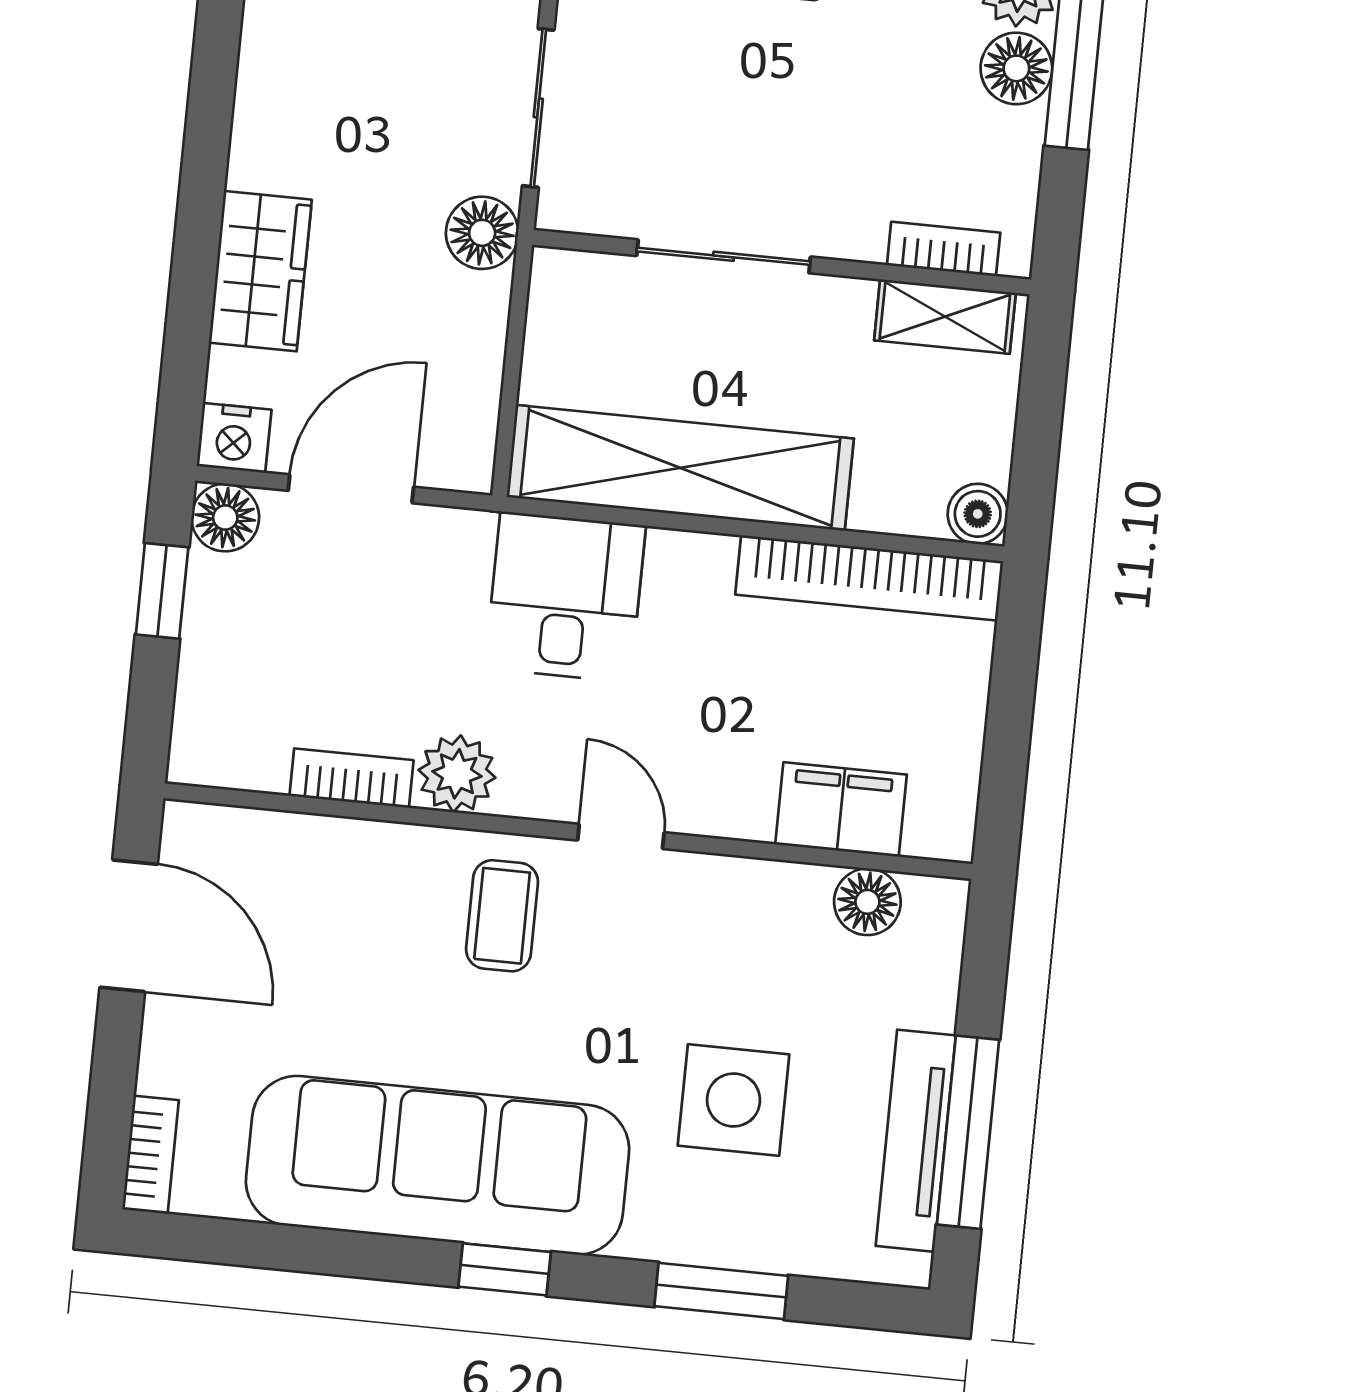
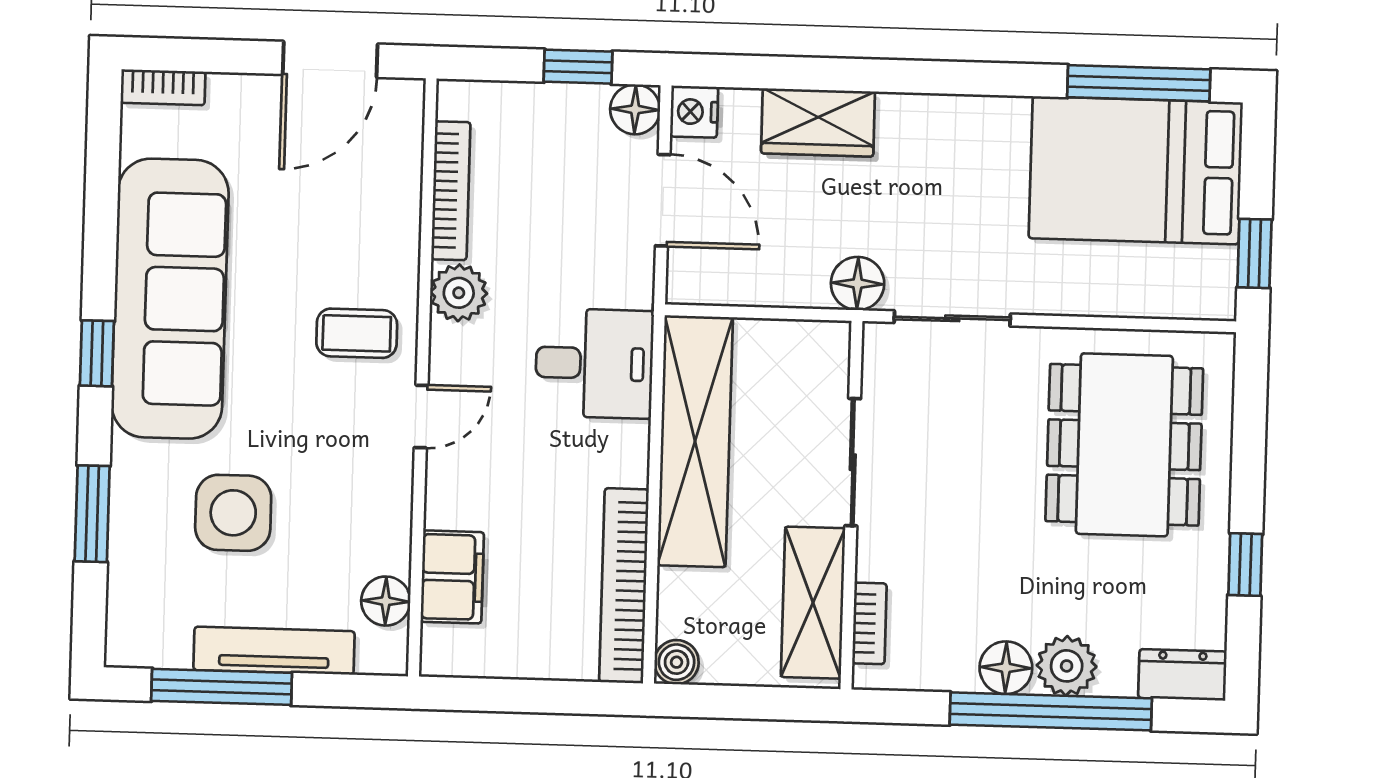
shelving: (945, 317) -> (813, 603), width x1.50, depth x1.33
bookcase: (351, 778) -> (451, 191), width x1.56
tv unit: (916, 1141) -> (274, 651), moved

